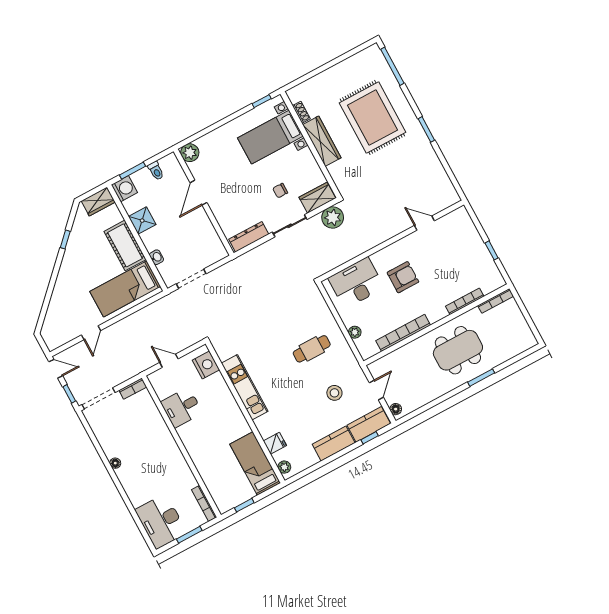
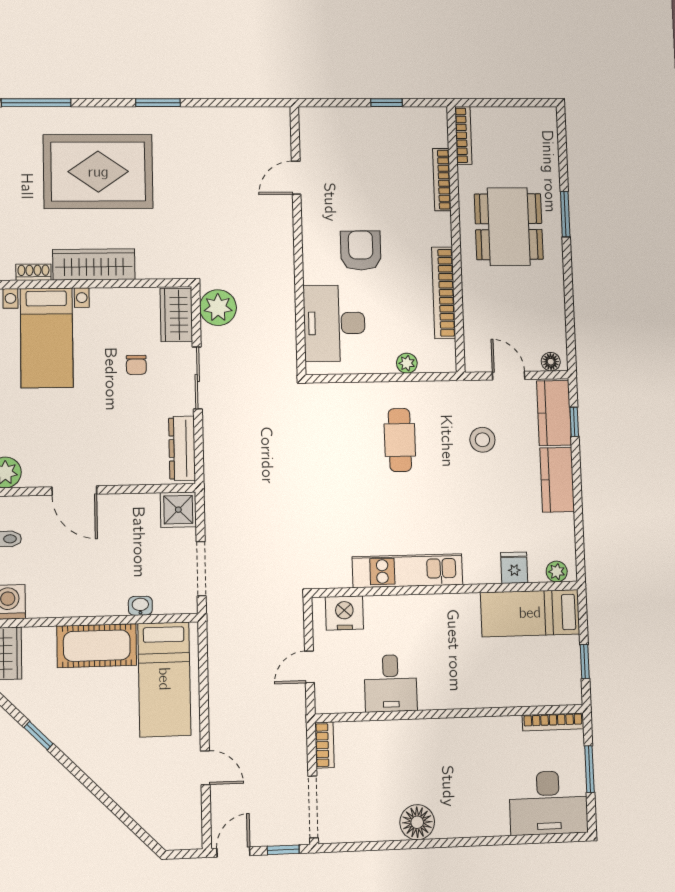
shower: (142, 221) -> (178, 510), moved
floor lamp: (115, 463) -> (417, 822), width x1.89, depth x1.89

